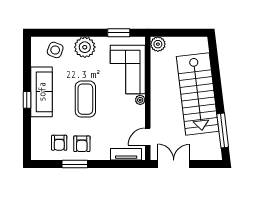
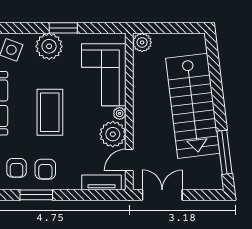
window: (119, 33) -> (63, 28), moved
plant: (135, 116) -> (113, 134), added

